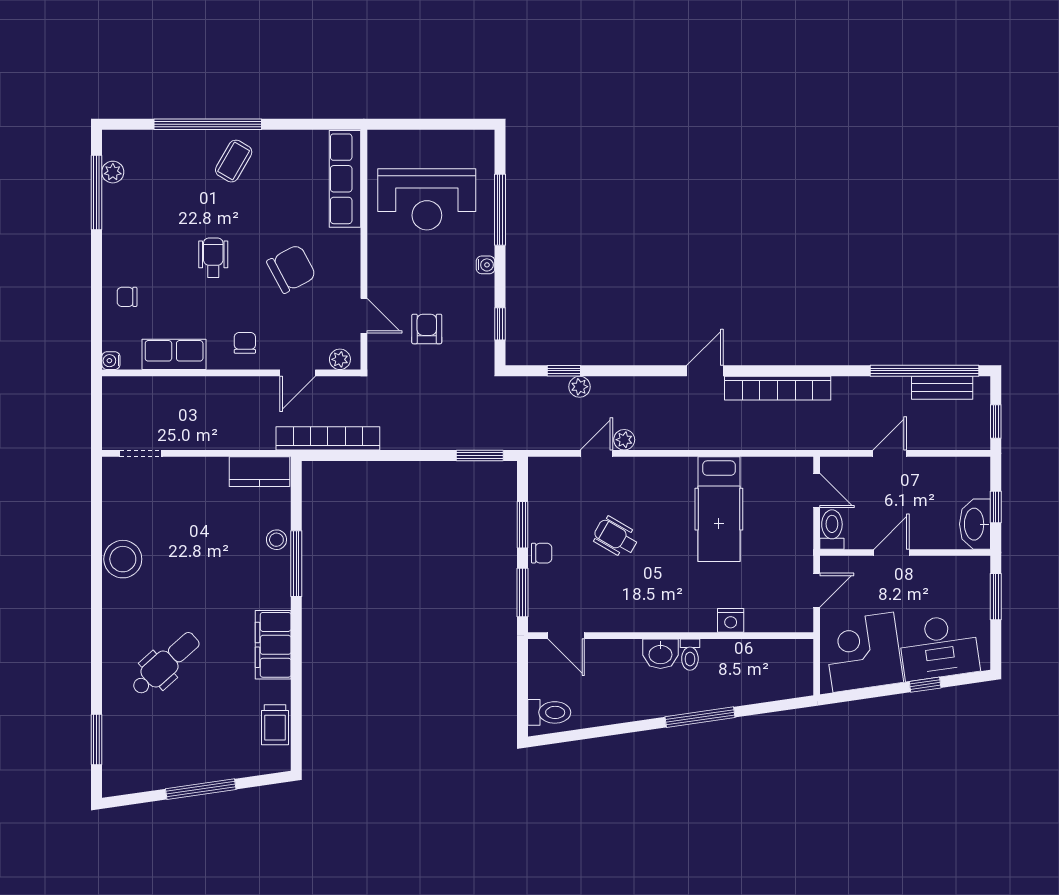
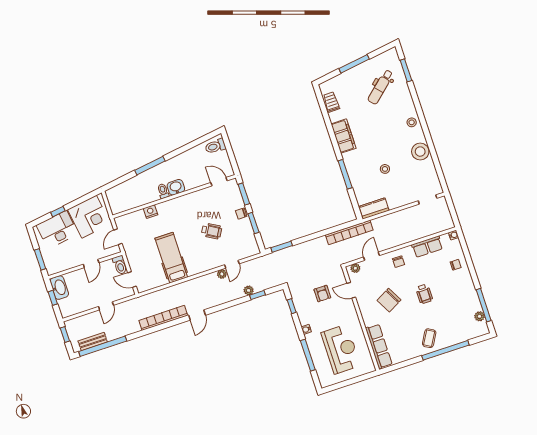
reception desk: (427, 199) -> (341, 349), turned 90
stool: (276, 540) -> (385, 169), moved
stool: (121, 626) -> (412, 122), added
dental chair: (165, 664) -> (381, 87), moved

